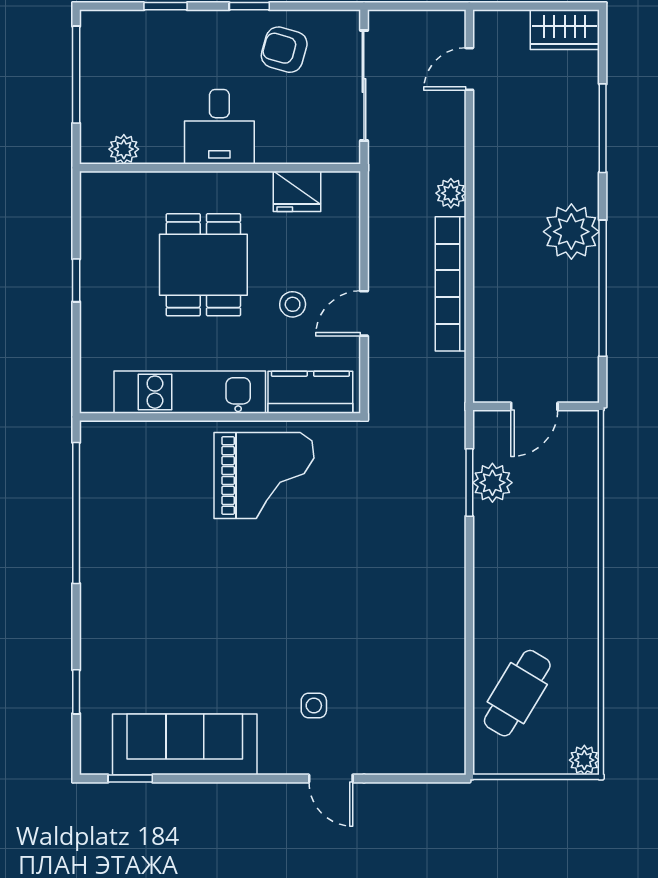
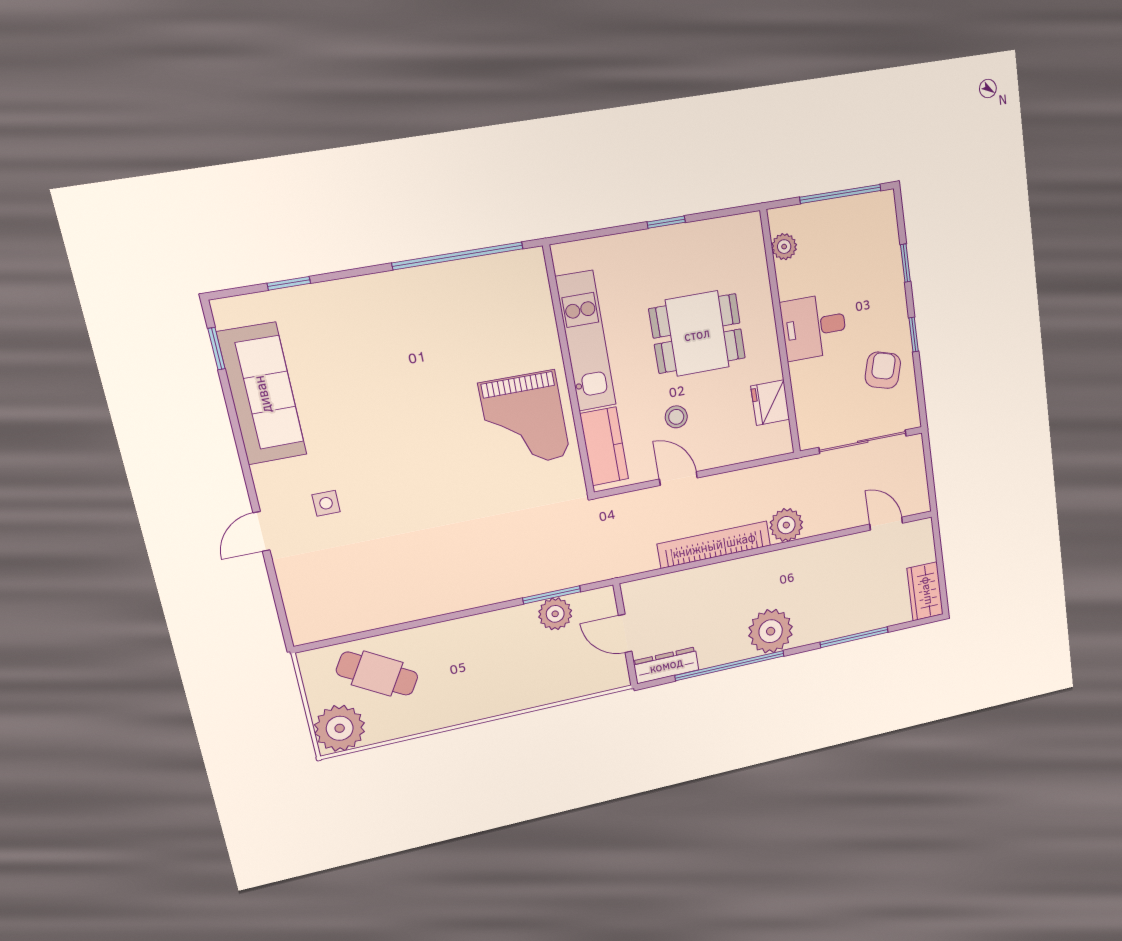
plant: (451, 193) -> (786, 525), width x1.38, depth x1.38
dresser: (584, 365) -> (666, 665), added
plant: (584, 760) -> (340, 728), width x1.87, depth x1.87

